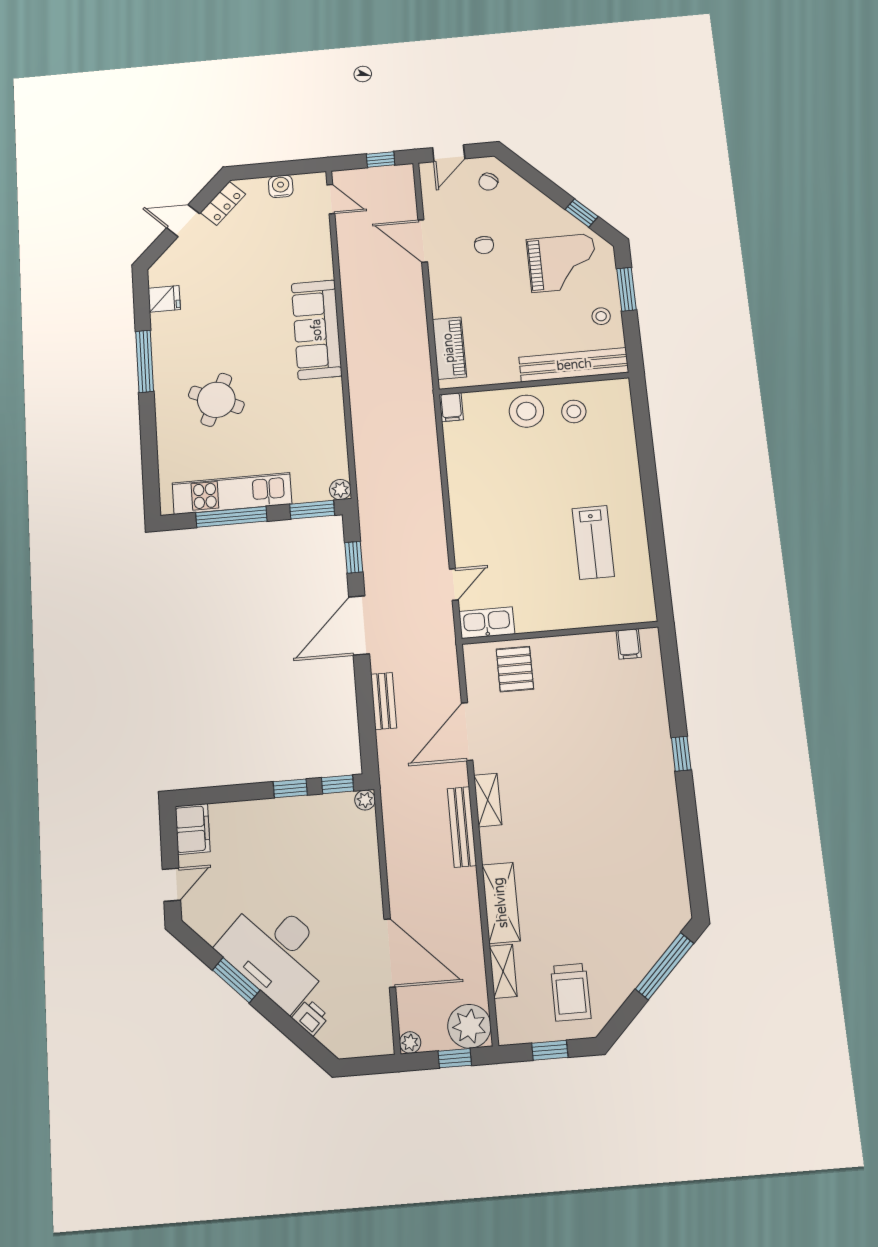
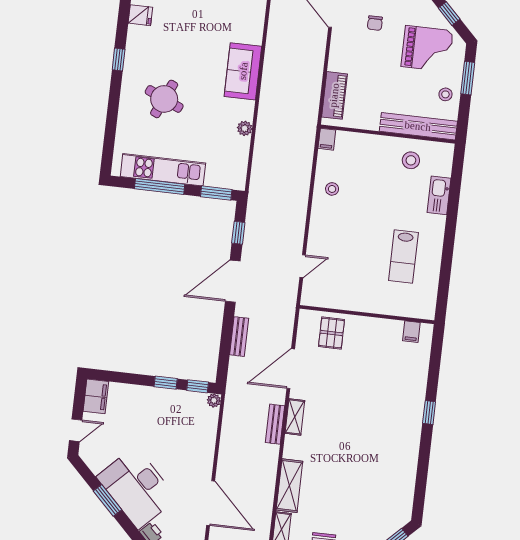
sofa: (317, 330) -> (243, 71), width x0.73
window: (145, 361) -> (119, 60), width x0.46
stool: (526, 411) -> (332, 189), moved, width x0.53, depth x0.53
plant: (340, 490) -> (245, 128), moved
kitchen sink: (487, 623) -> (439, 195), moved, turned -90
bench: (462, 827) -> (275, 424), width x0.73

